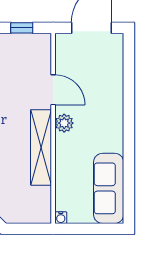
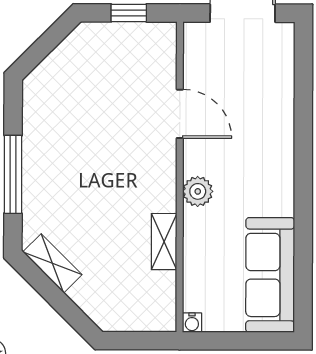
plant: (64, 123) -> (198, 191), moved
shelving: (41, 147) -> (164, 242), width x0.45, depth x0.75

